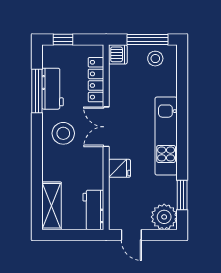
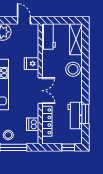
dishwasher: (118, 54) -> (33, 124), moved
window: (37, 91) -> (85, 114), width x0.69
stool: (63, 133) -> (73, 69), moved

